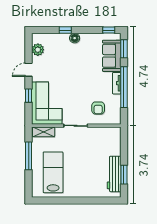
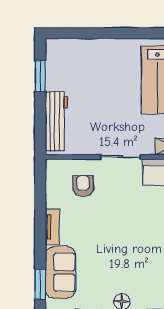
window: (124, 87) -> (40, 220), removed
workbench: (114, 174) -> (56, 121), moved

